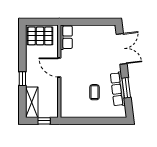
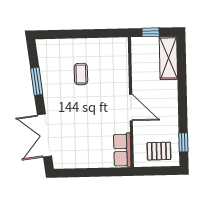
pallet: (40, 36) -> (159, 151), width x0.67, depth x0.71
window: (22, 79) -> (183, 142), moved
row of seats: (118, 89) -> (49, 79), removed

